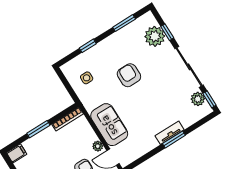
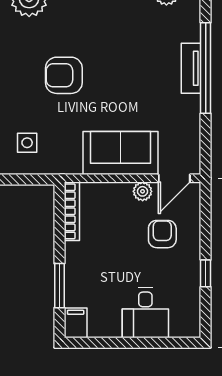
window: (38, 129) -> (59, 286), moved
window: (174, 139) -> (206, 68), width x2.11

